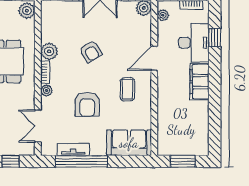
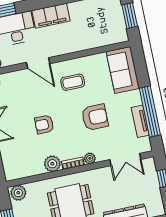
armchair: (91, 52) -> (44, 124), turned -148

